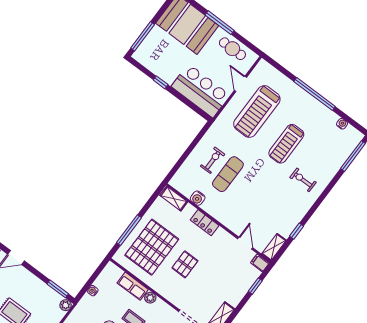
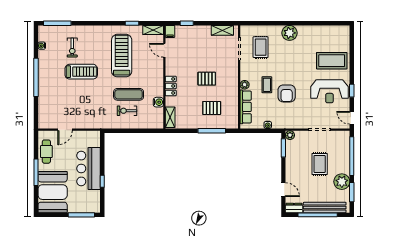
bar counter: (201, 91) -> (88, 169), moved
treadmill: (257, 111) -> (122, 56), moved, turned -90
exercise bike: (303, 180) -> (72, 48), moved
door: (245, 243) -> (164, 50), hinge flipped
pallet: (152, 247) -> (212, 108), width x0.49, depth x0.50
row of seats: (133, 286) -> (246, 107), width x1.48

